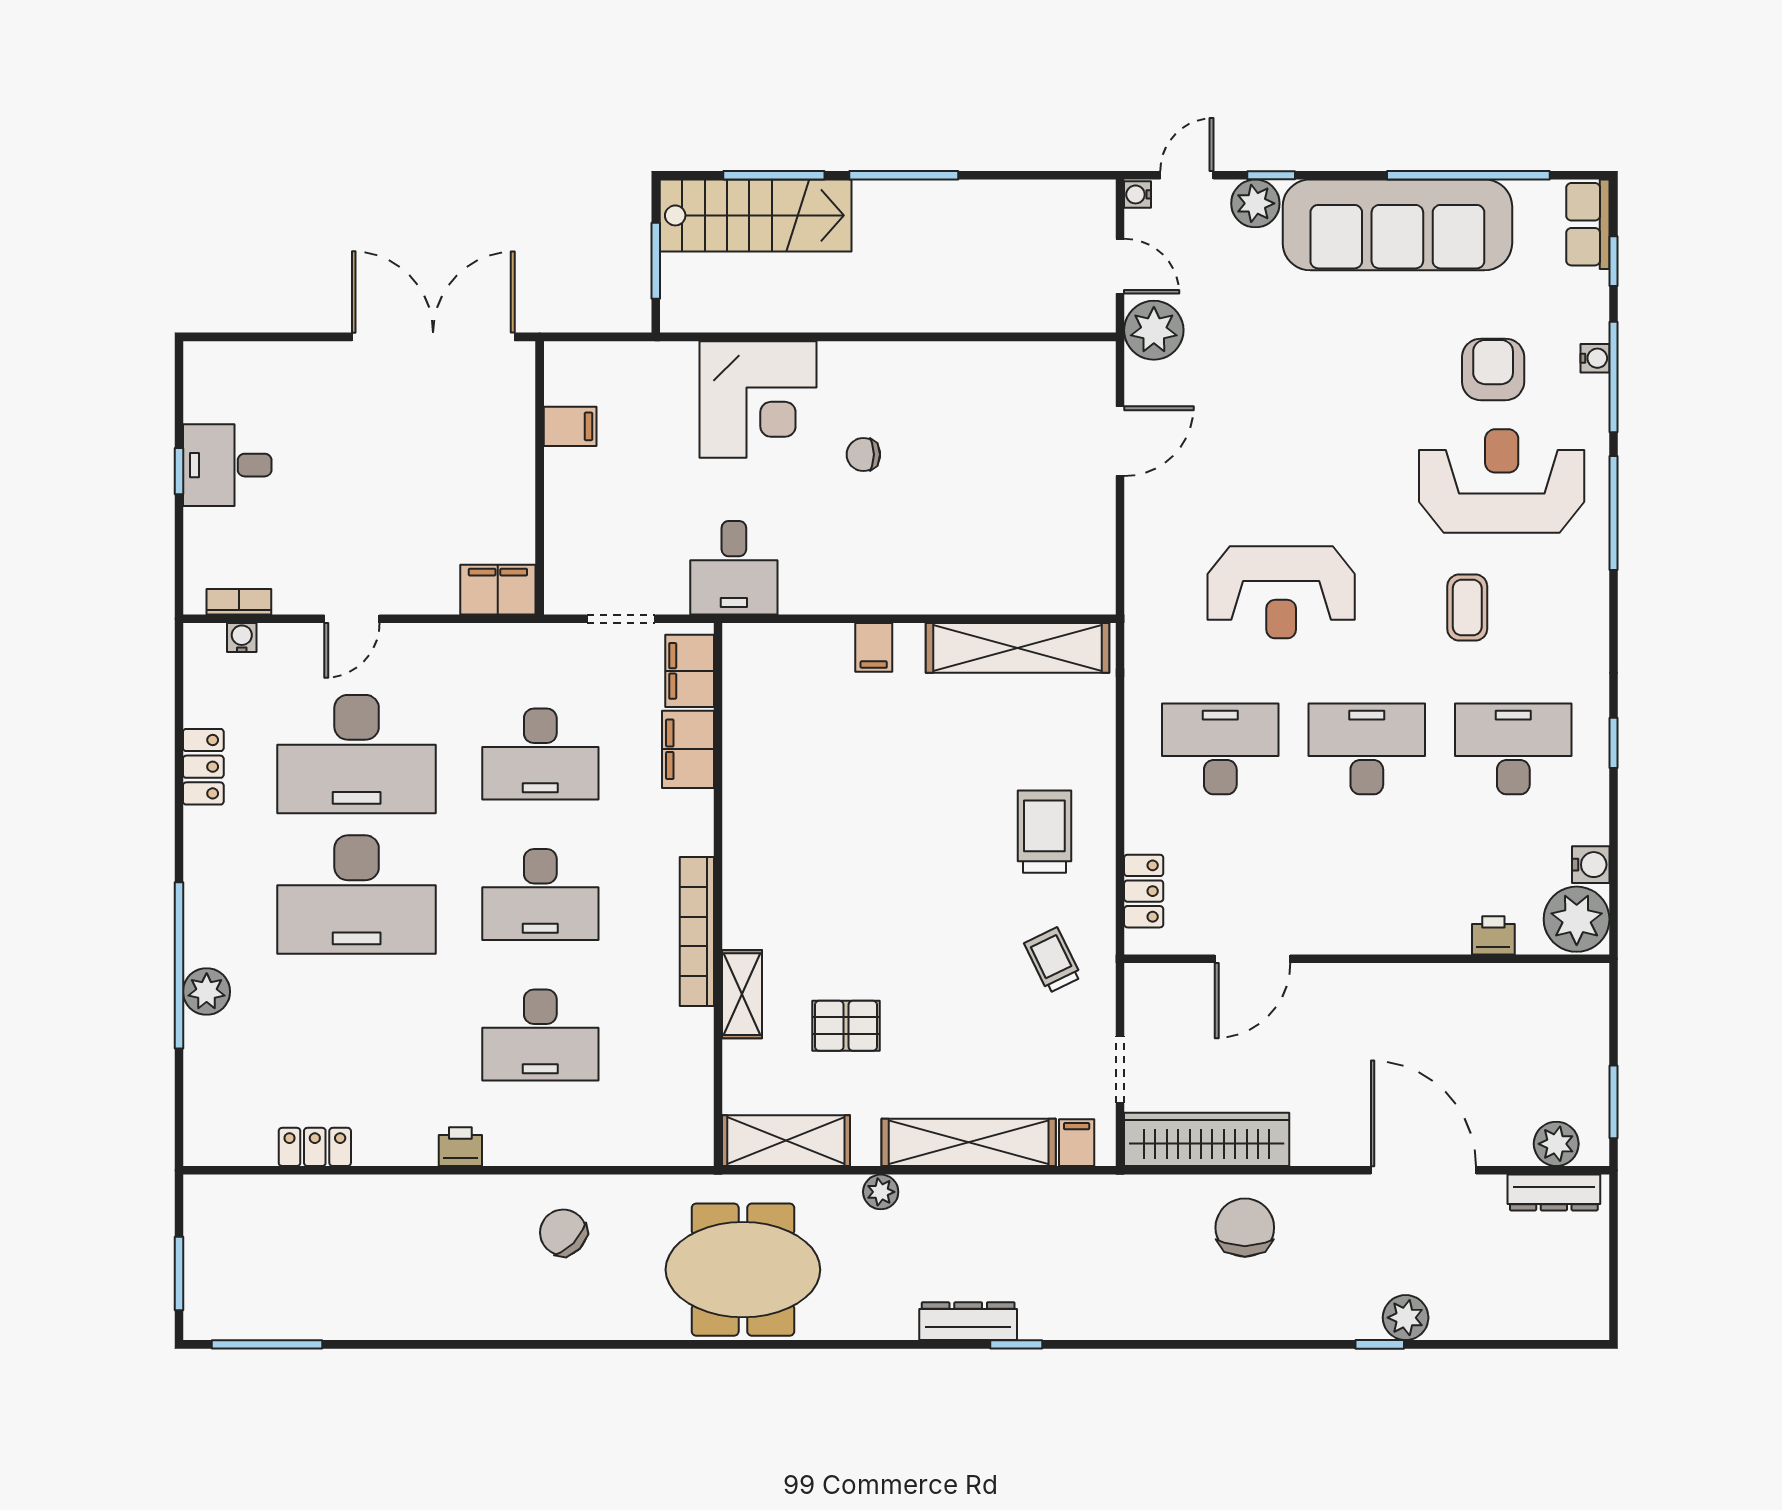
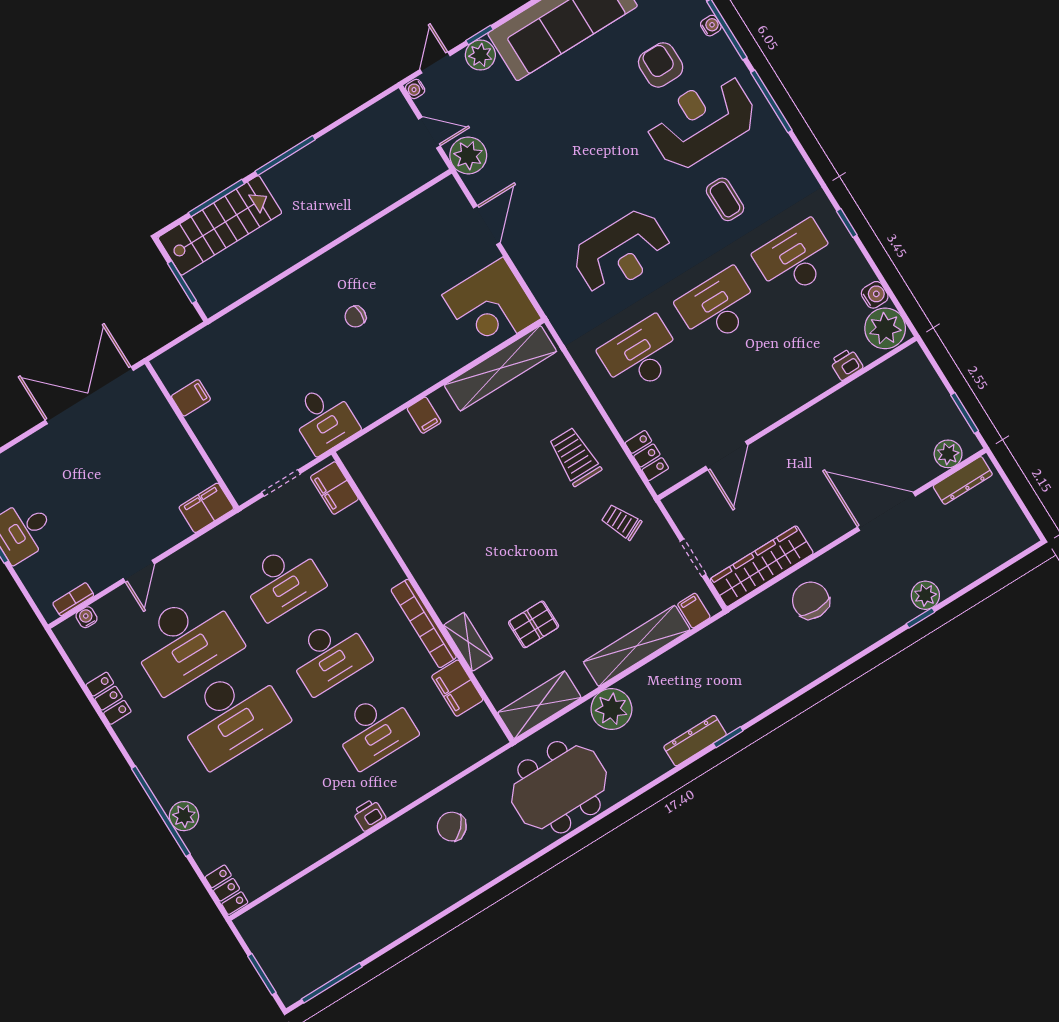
corner desk: (758, 399) -> (491, 307), moved, turned 90
filing cabinet: (688, 749) -> (457, 688), moved
locker: (315, 1147) -> (227, 890), moved, turned 90
plant: (881, 1192) -> (611, 709), width x1.88, depth x1.88

